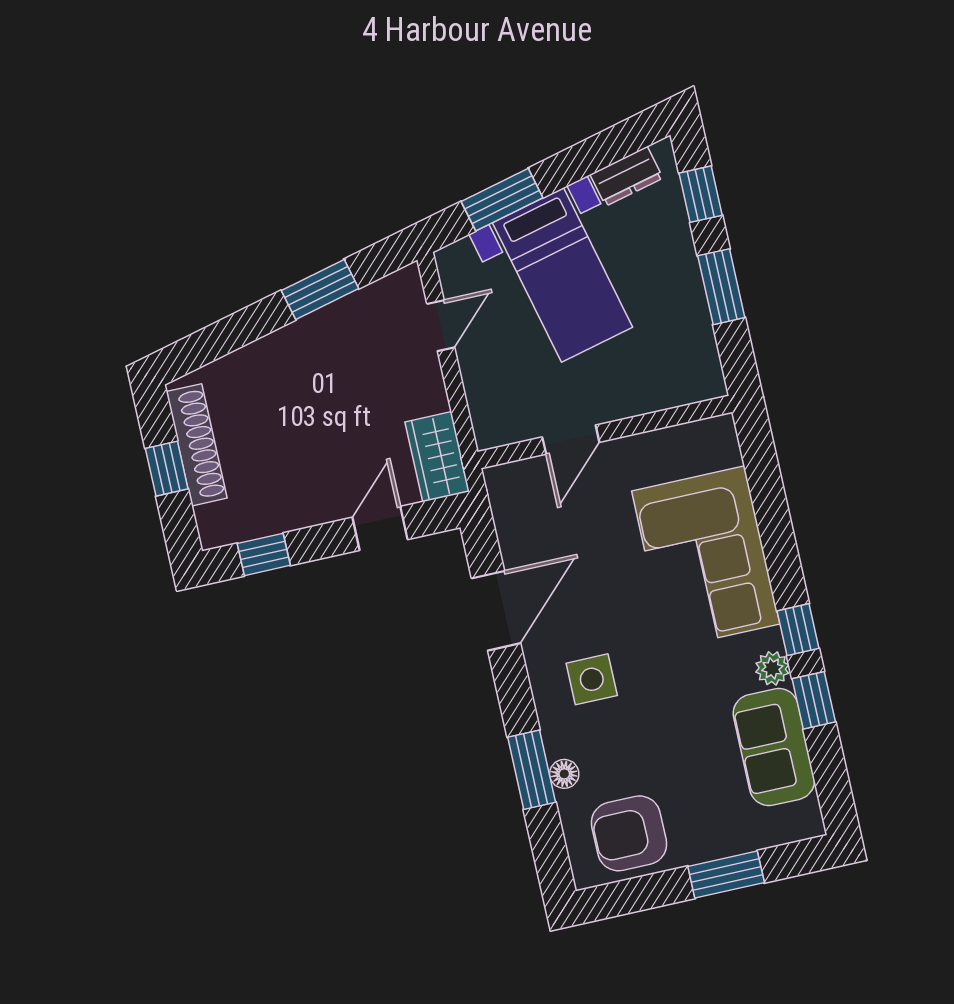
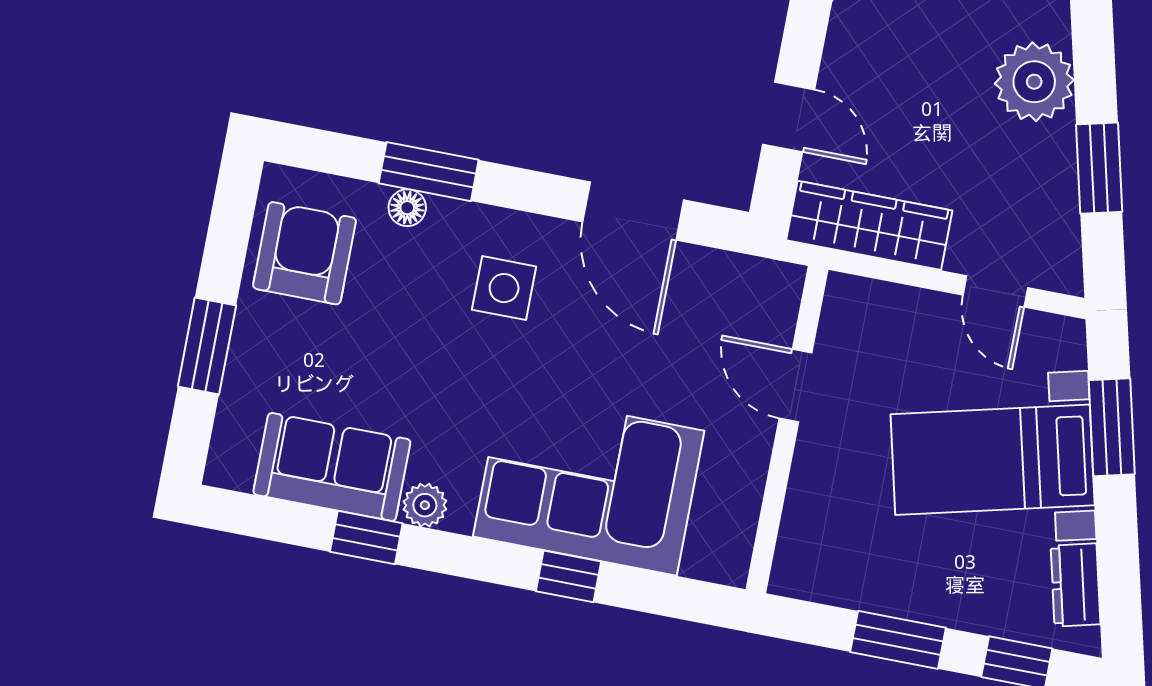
plant: (278, 363) -> (1034, 82), added
wardrobe: (437, 457) -> (869, 225), width x1.50
window: (798, 630) -> (568, 576), moved

